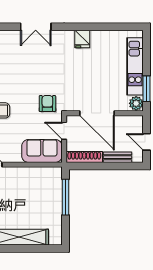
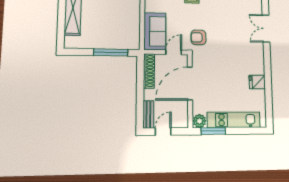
fridge: (82, 39) -> (257, 82), moved
armchair: (47, 104) -> (198, 37), turned 180
bench: (118, 157) -> (148, 114), moved

